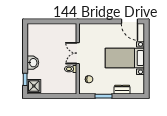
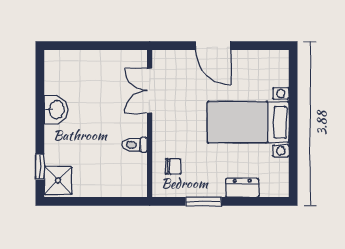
door: (130, 21) -> (213, 46), moved
double door: (78, 53) -> (150, 91), moved
washbasin: (33, 63) -> (56, 110), moved

